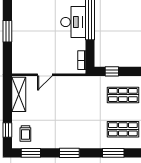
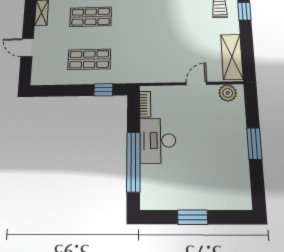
desk: (73, 22) -> (158, 141), moved
plant: (23, 67) -> (228, 93), added

